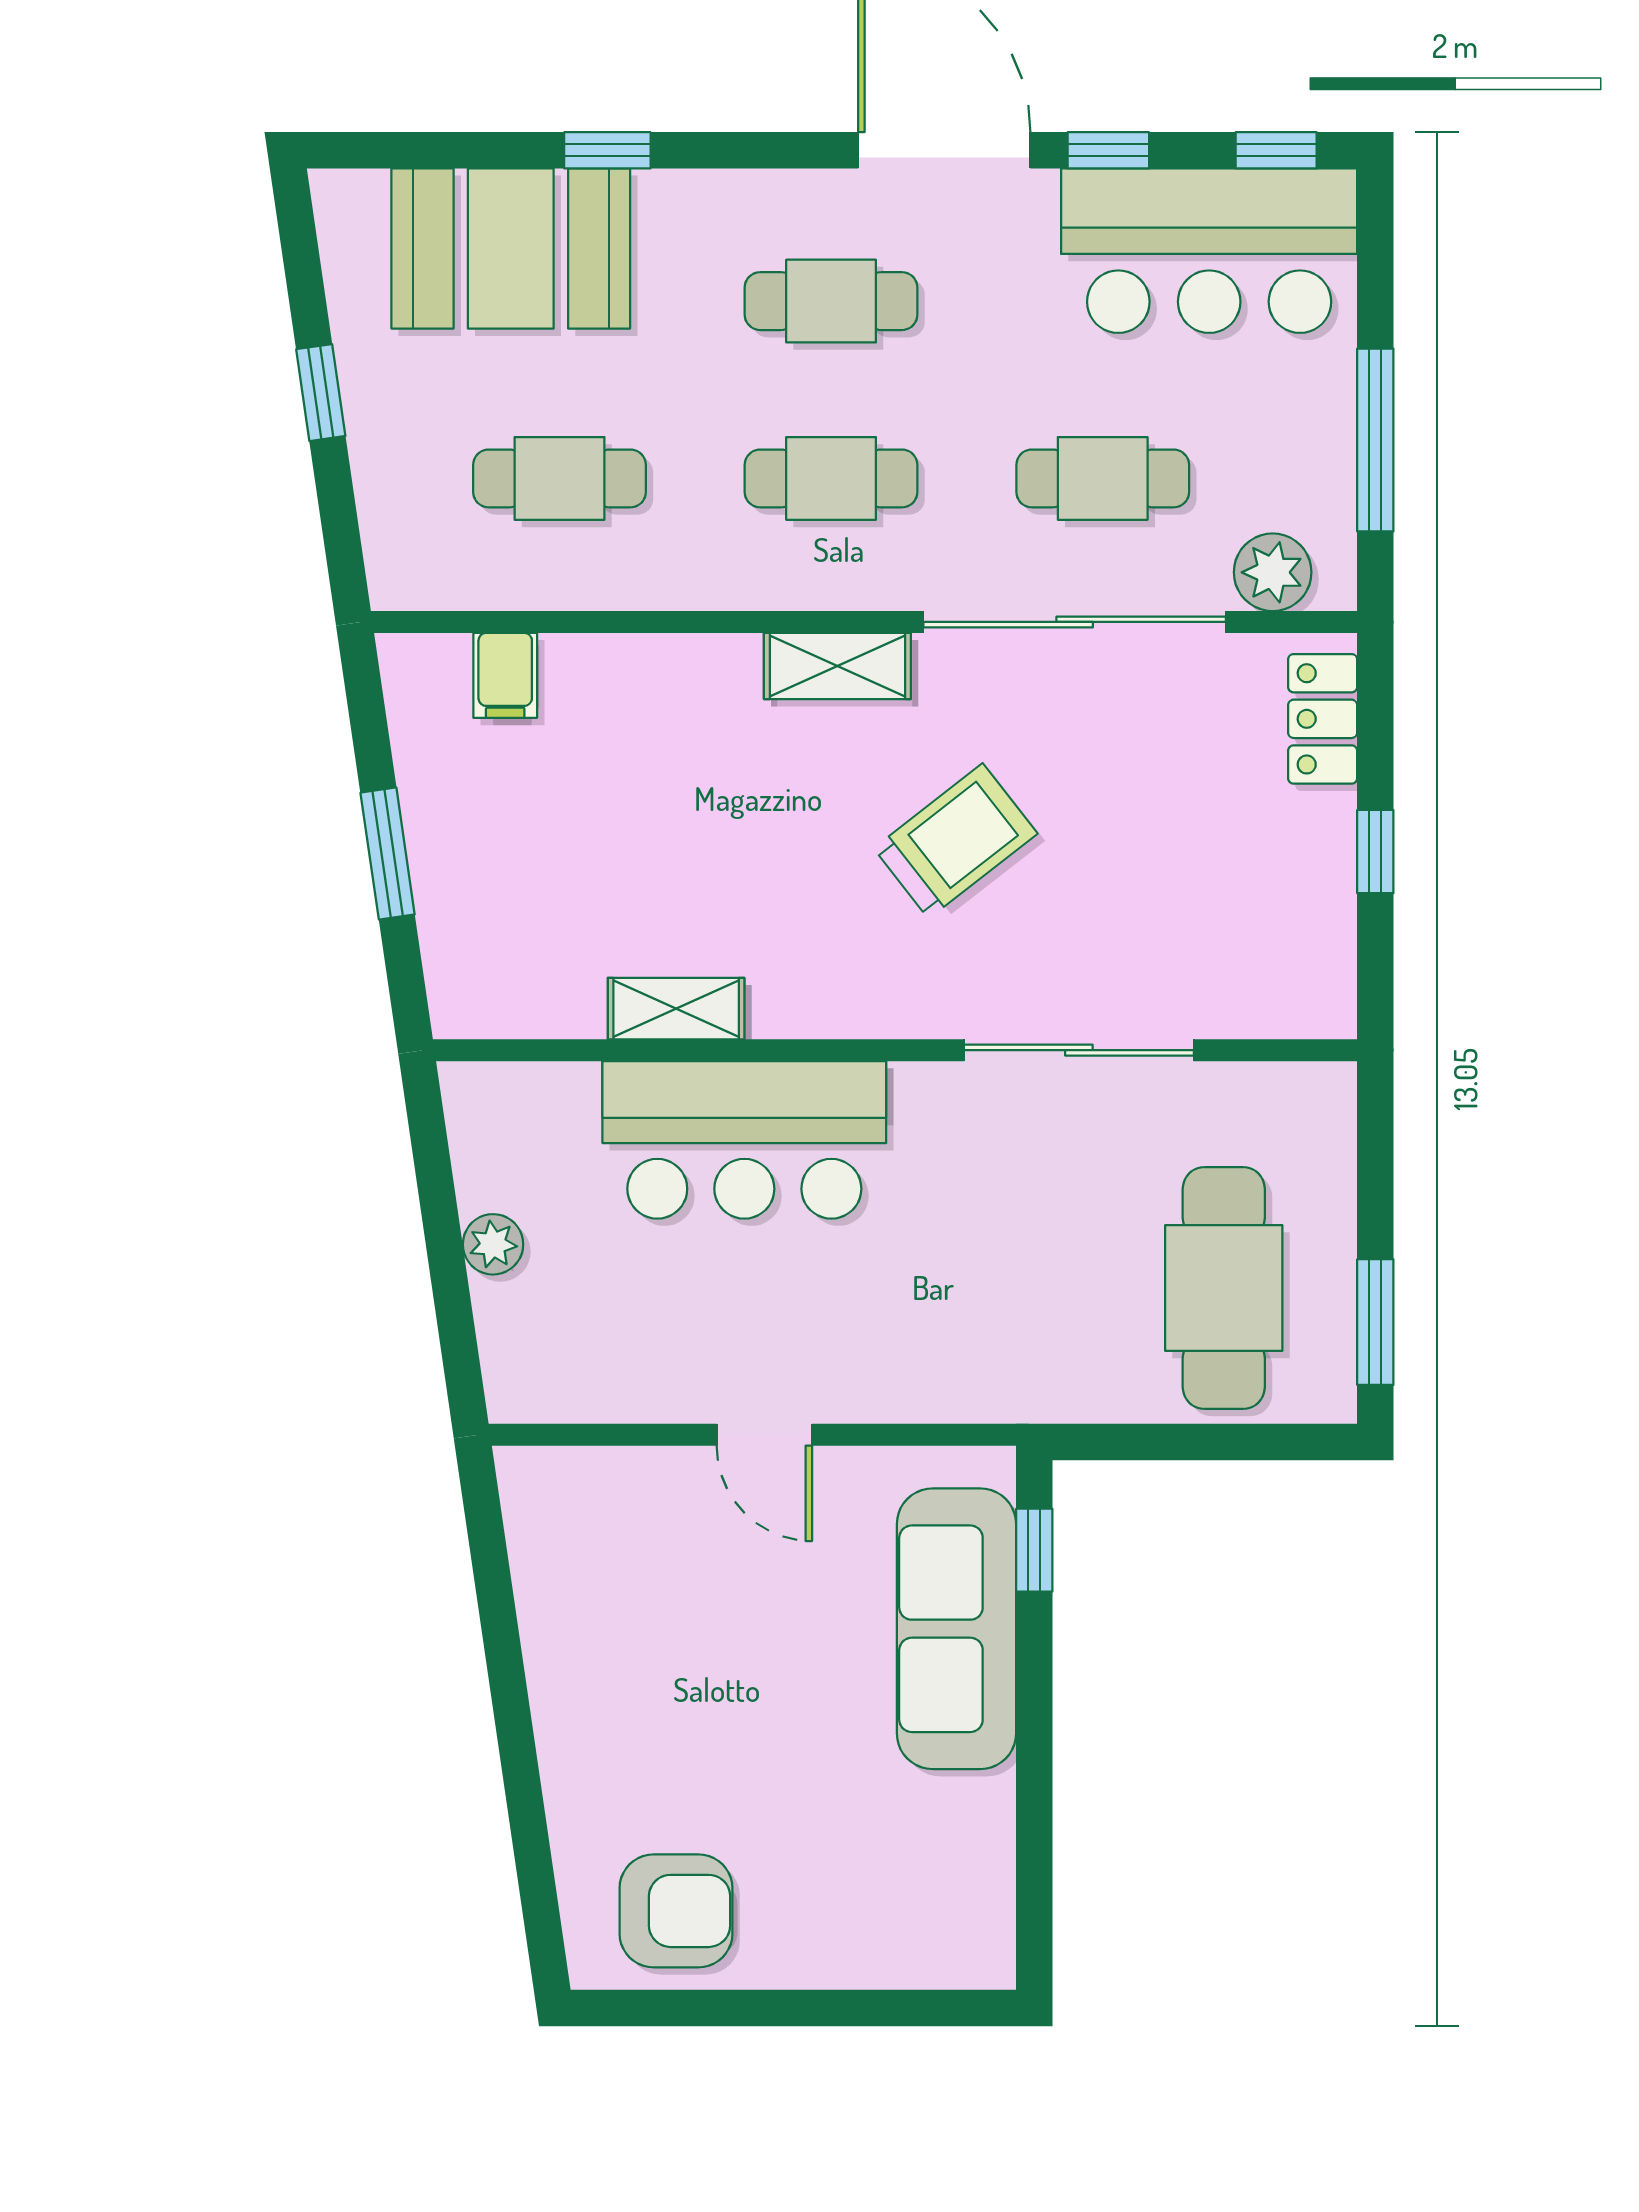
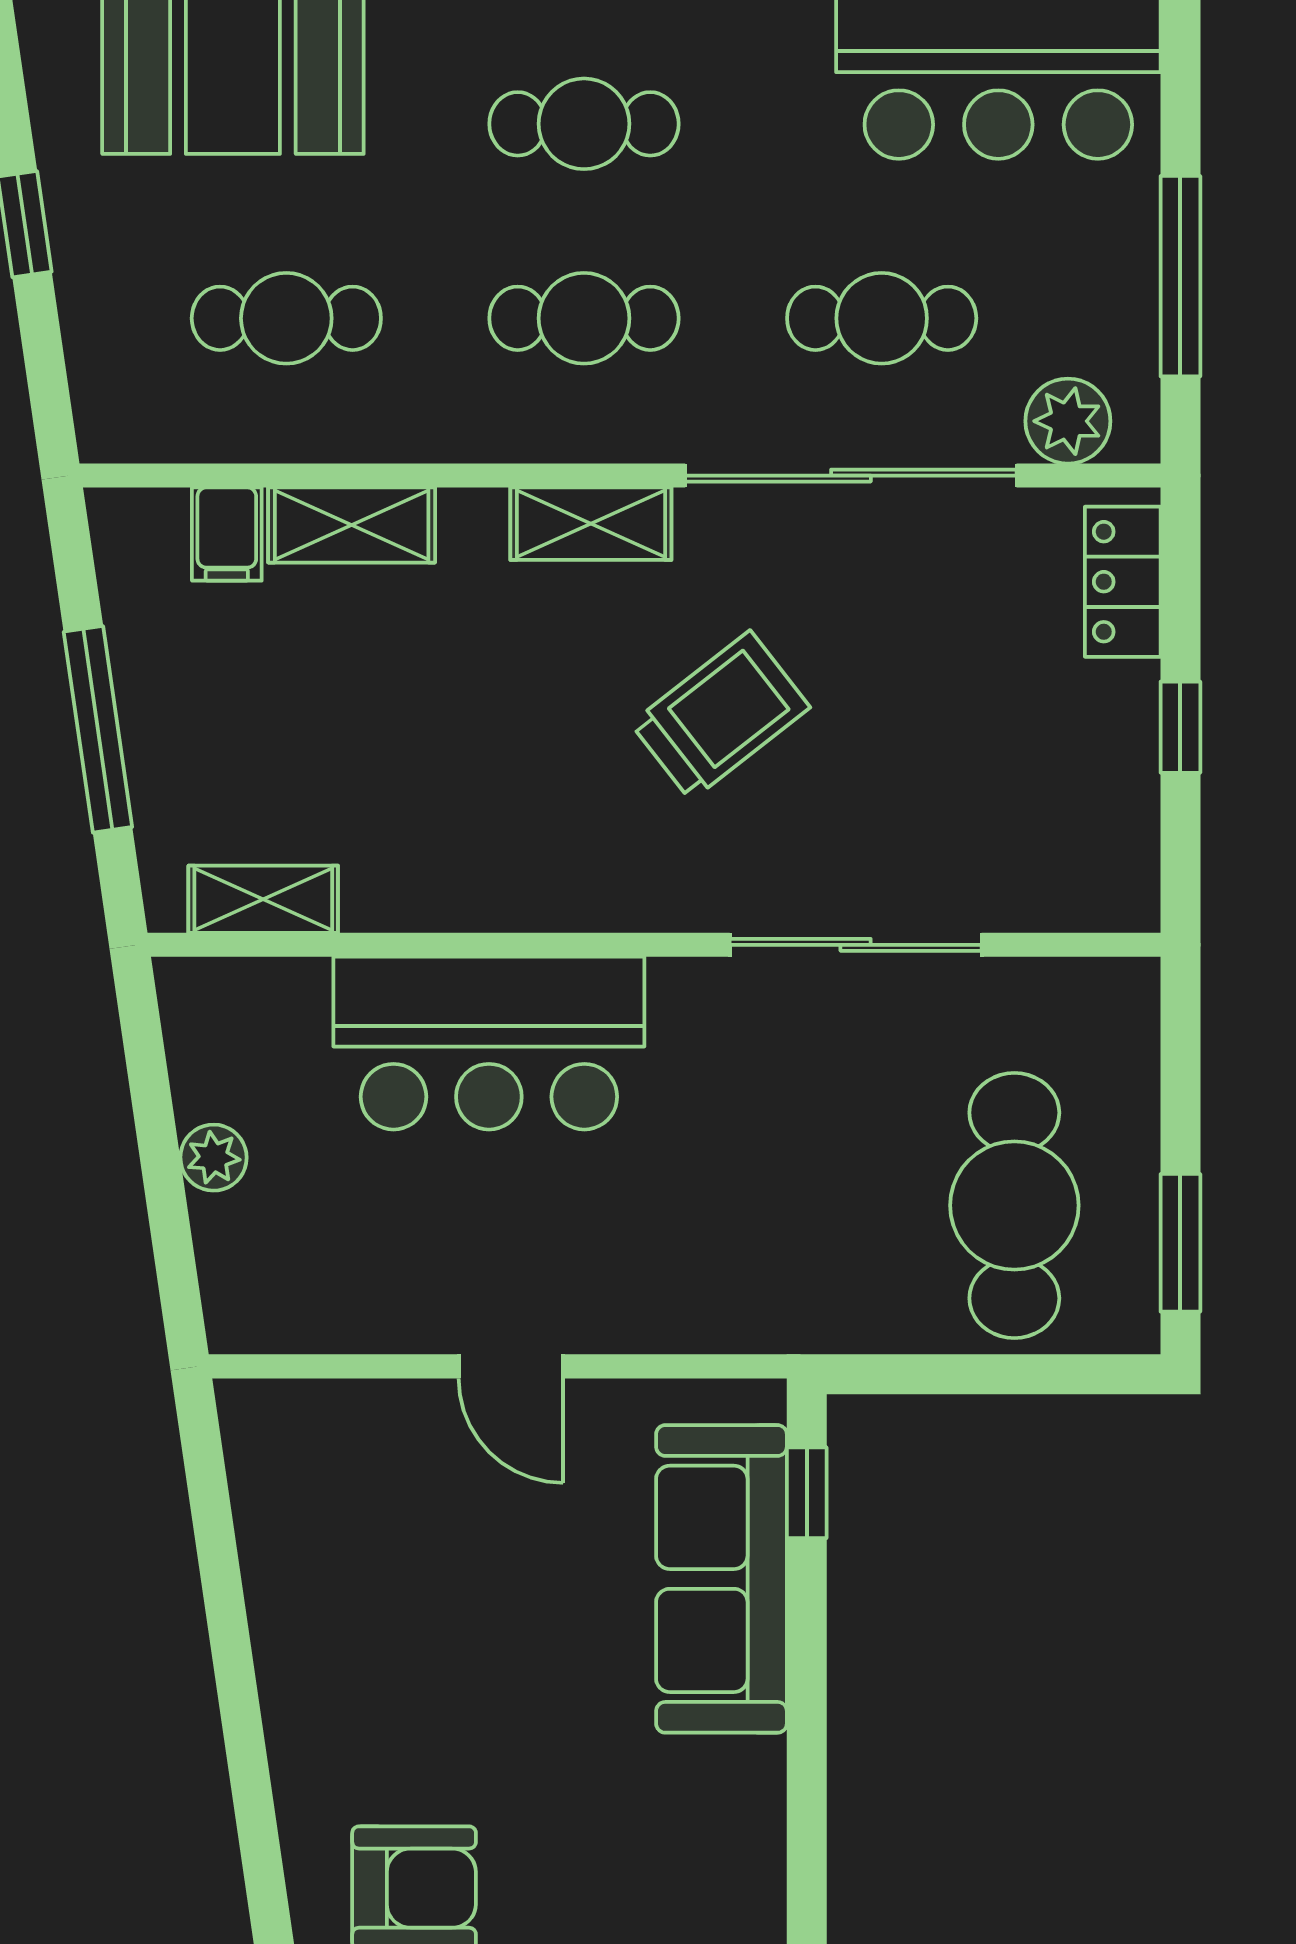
shelving: (619, 667) -> (352, 525), added
window: (388, 854) -> (98, 729), width x1.44
shelving: (676, 1009) -> (263, 899), moved

